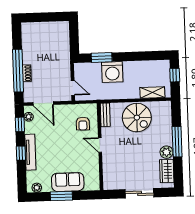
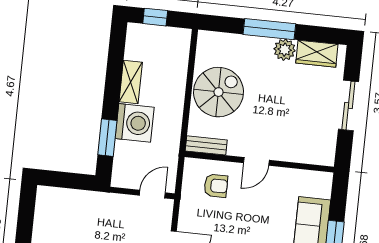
shelving: (152, 92) -> (131, 82), moved

